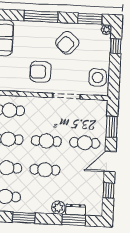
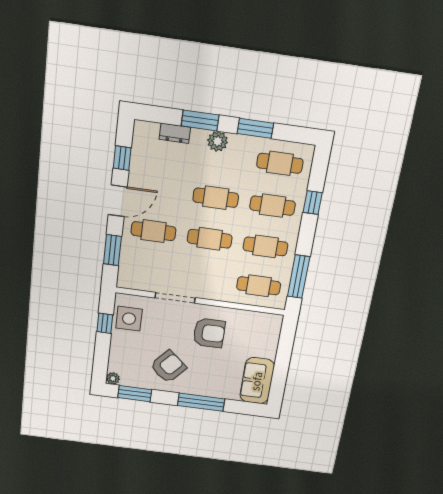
window: (116, 46) -> (105, 323), moved
plant: (58, 208) -> (218, 141), moved
window: (74, 220) -> (200, 120), moved

